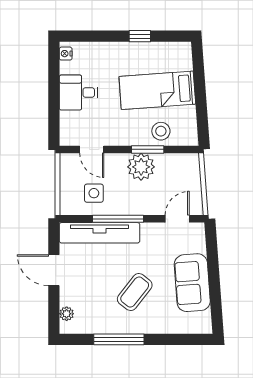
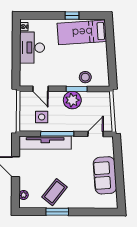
bed: (157, 90) -> (82, 32), moved
desk: (78, 93) -> (32, 48), width x1.37
coffee table: (135, 292) -> (54, 192), moved
window: (119, 339) -> (57, 212), width x0.69

